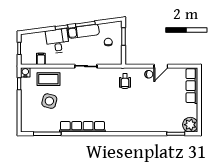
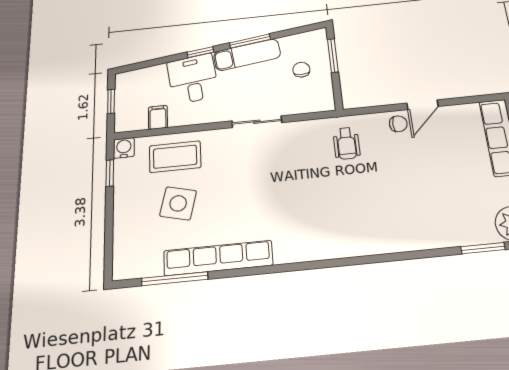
row of seats: (82, 127) -> (218, 258), moved

